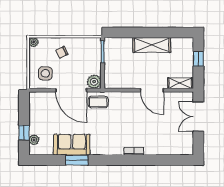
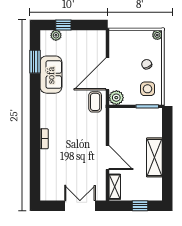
side table: (45, 73) -> (148, 89), moved
door: (152, 90) -> (107, 158), swing flipped
window: (77, 160) -> (35, 62), moved

